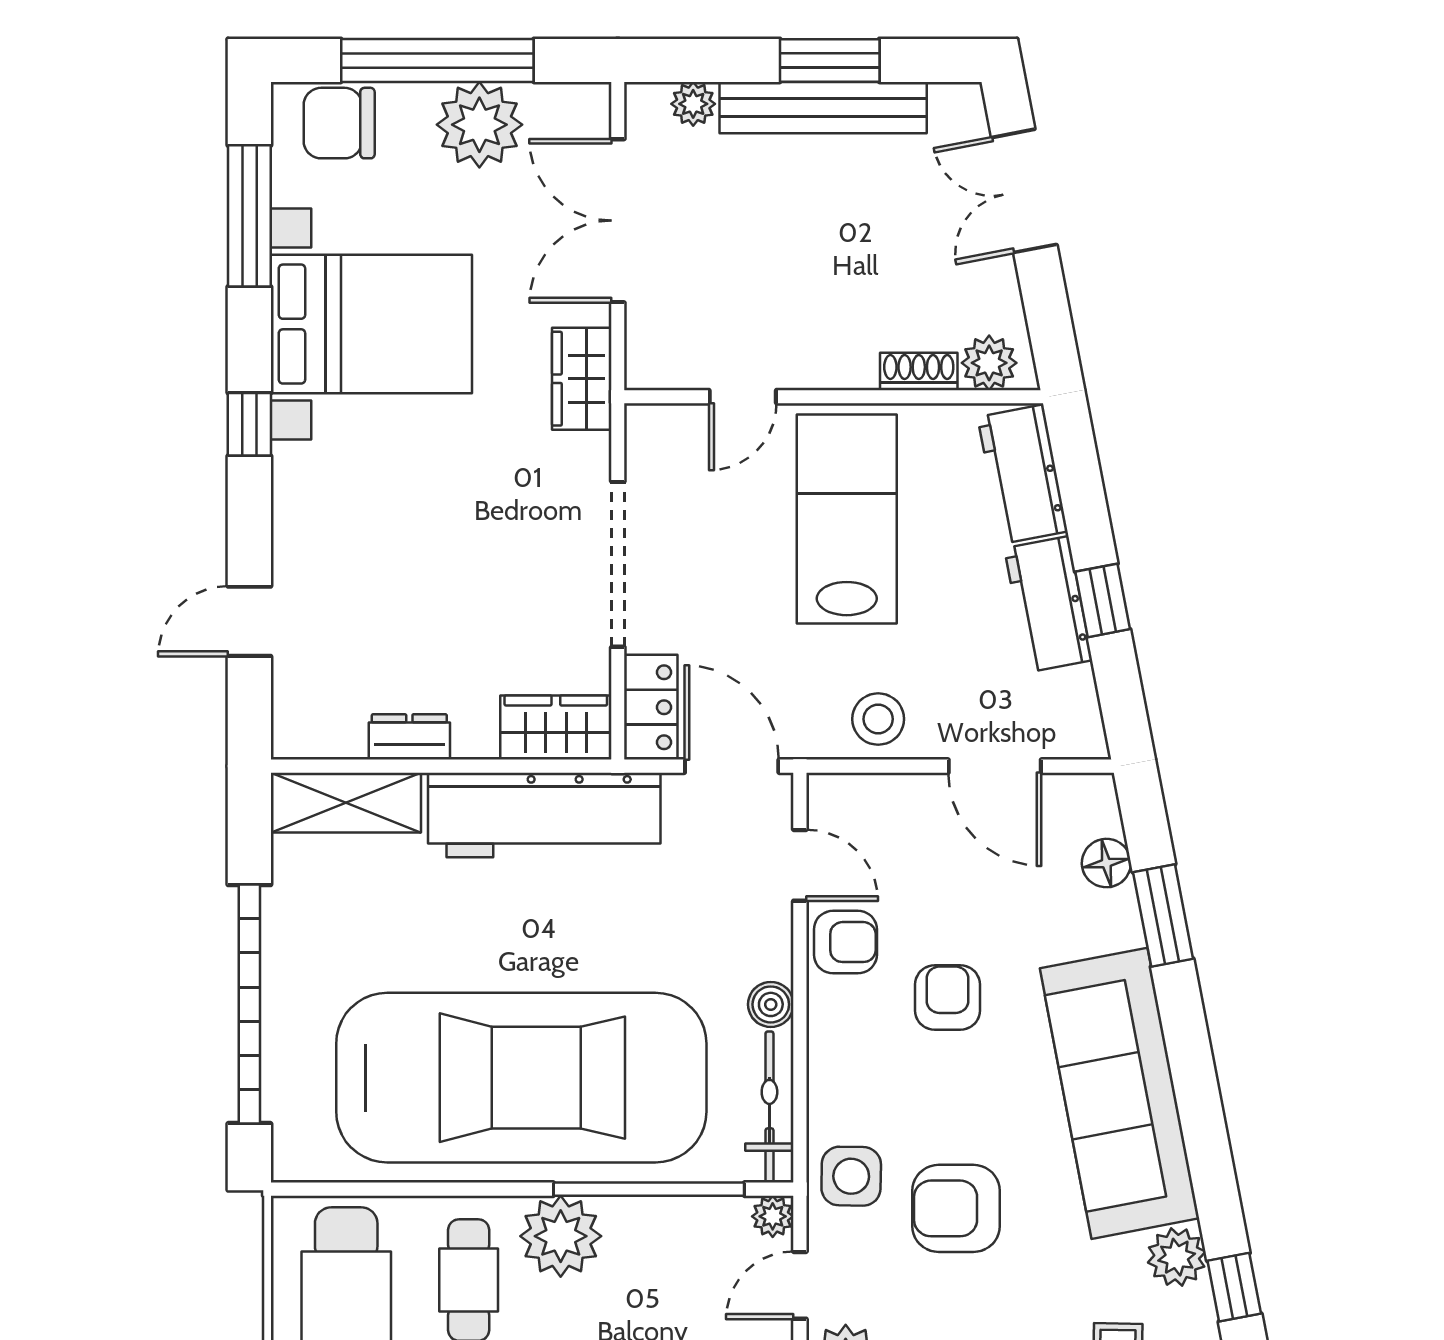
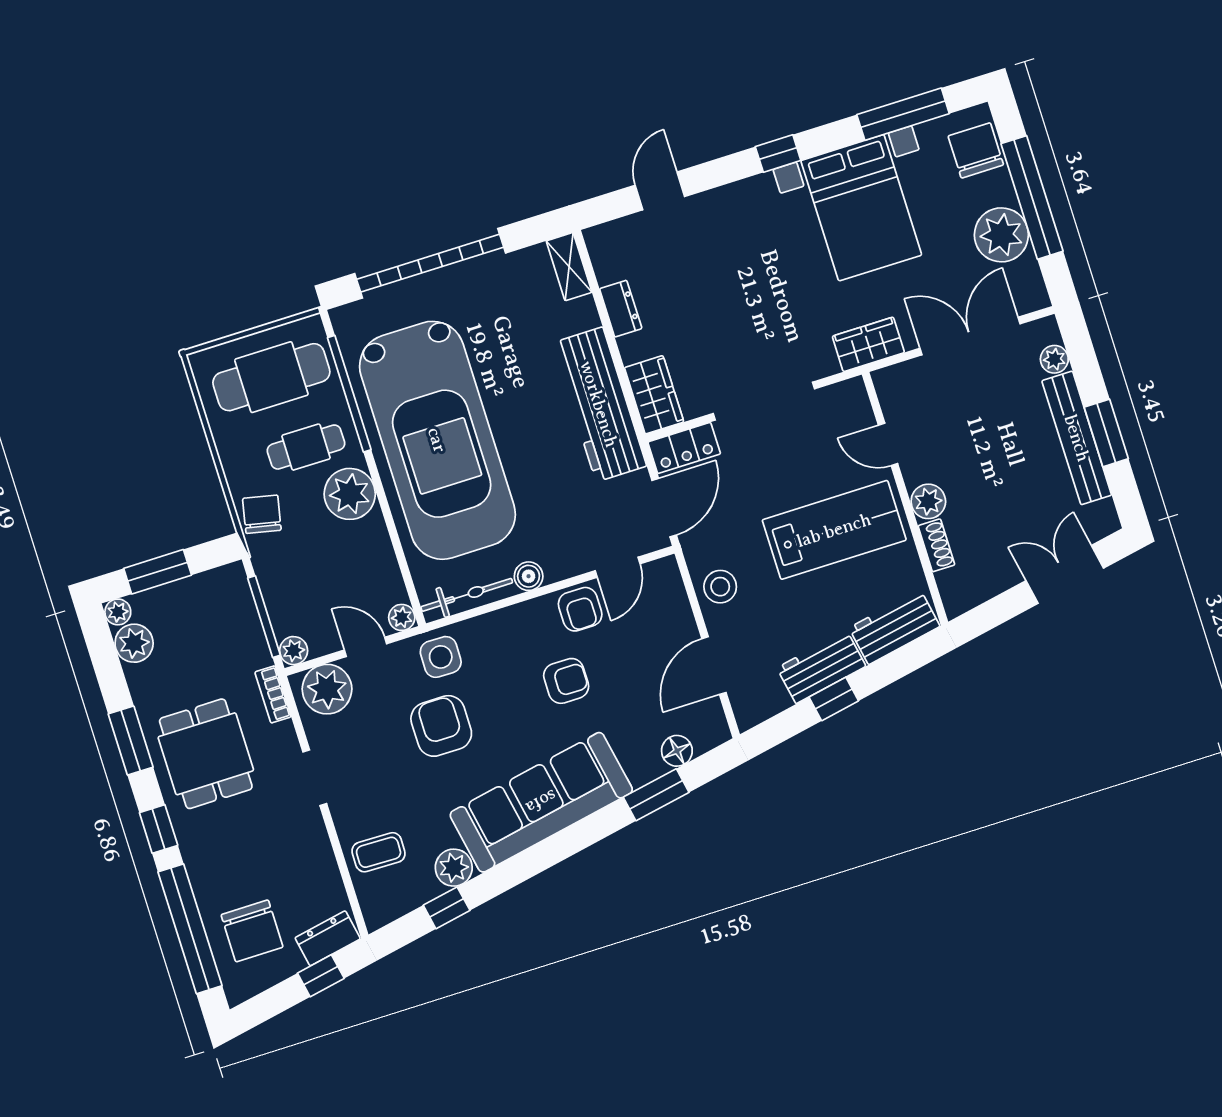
plant: (989, 363) -> (928, 501), moved
door: (249, 621) -> (660, 191), hinge flipped
shelving: (346, 803) -> (569, 267), width x0.67, depth x0.75
window: (649, 1189) -> (349, 394), moved

